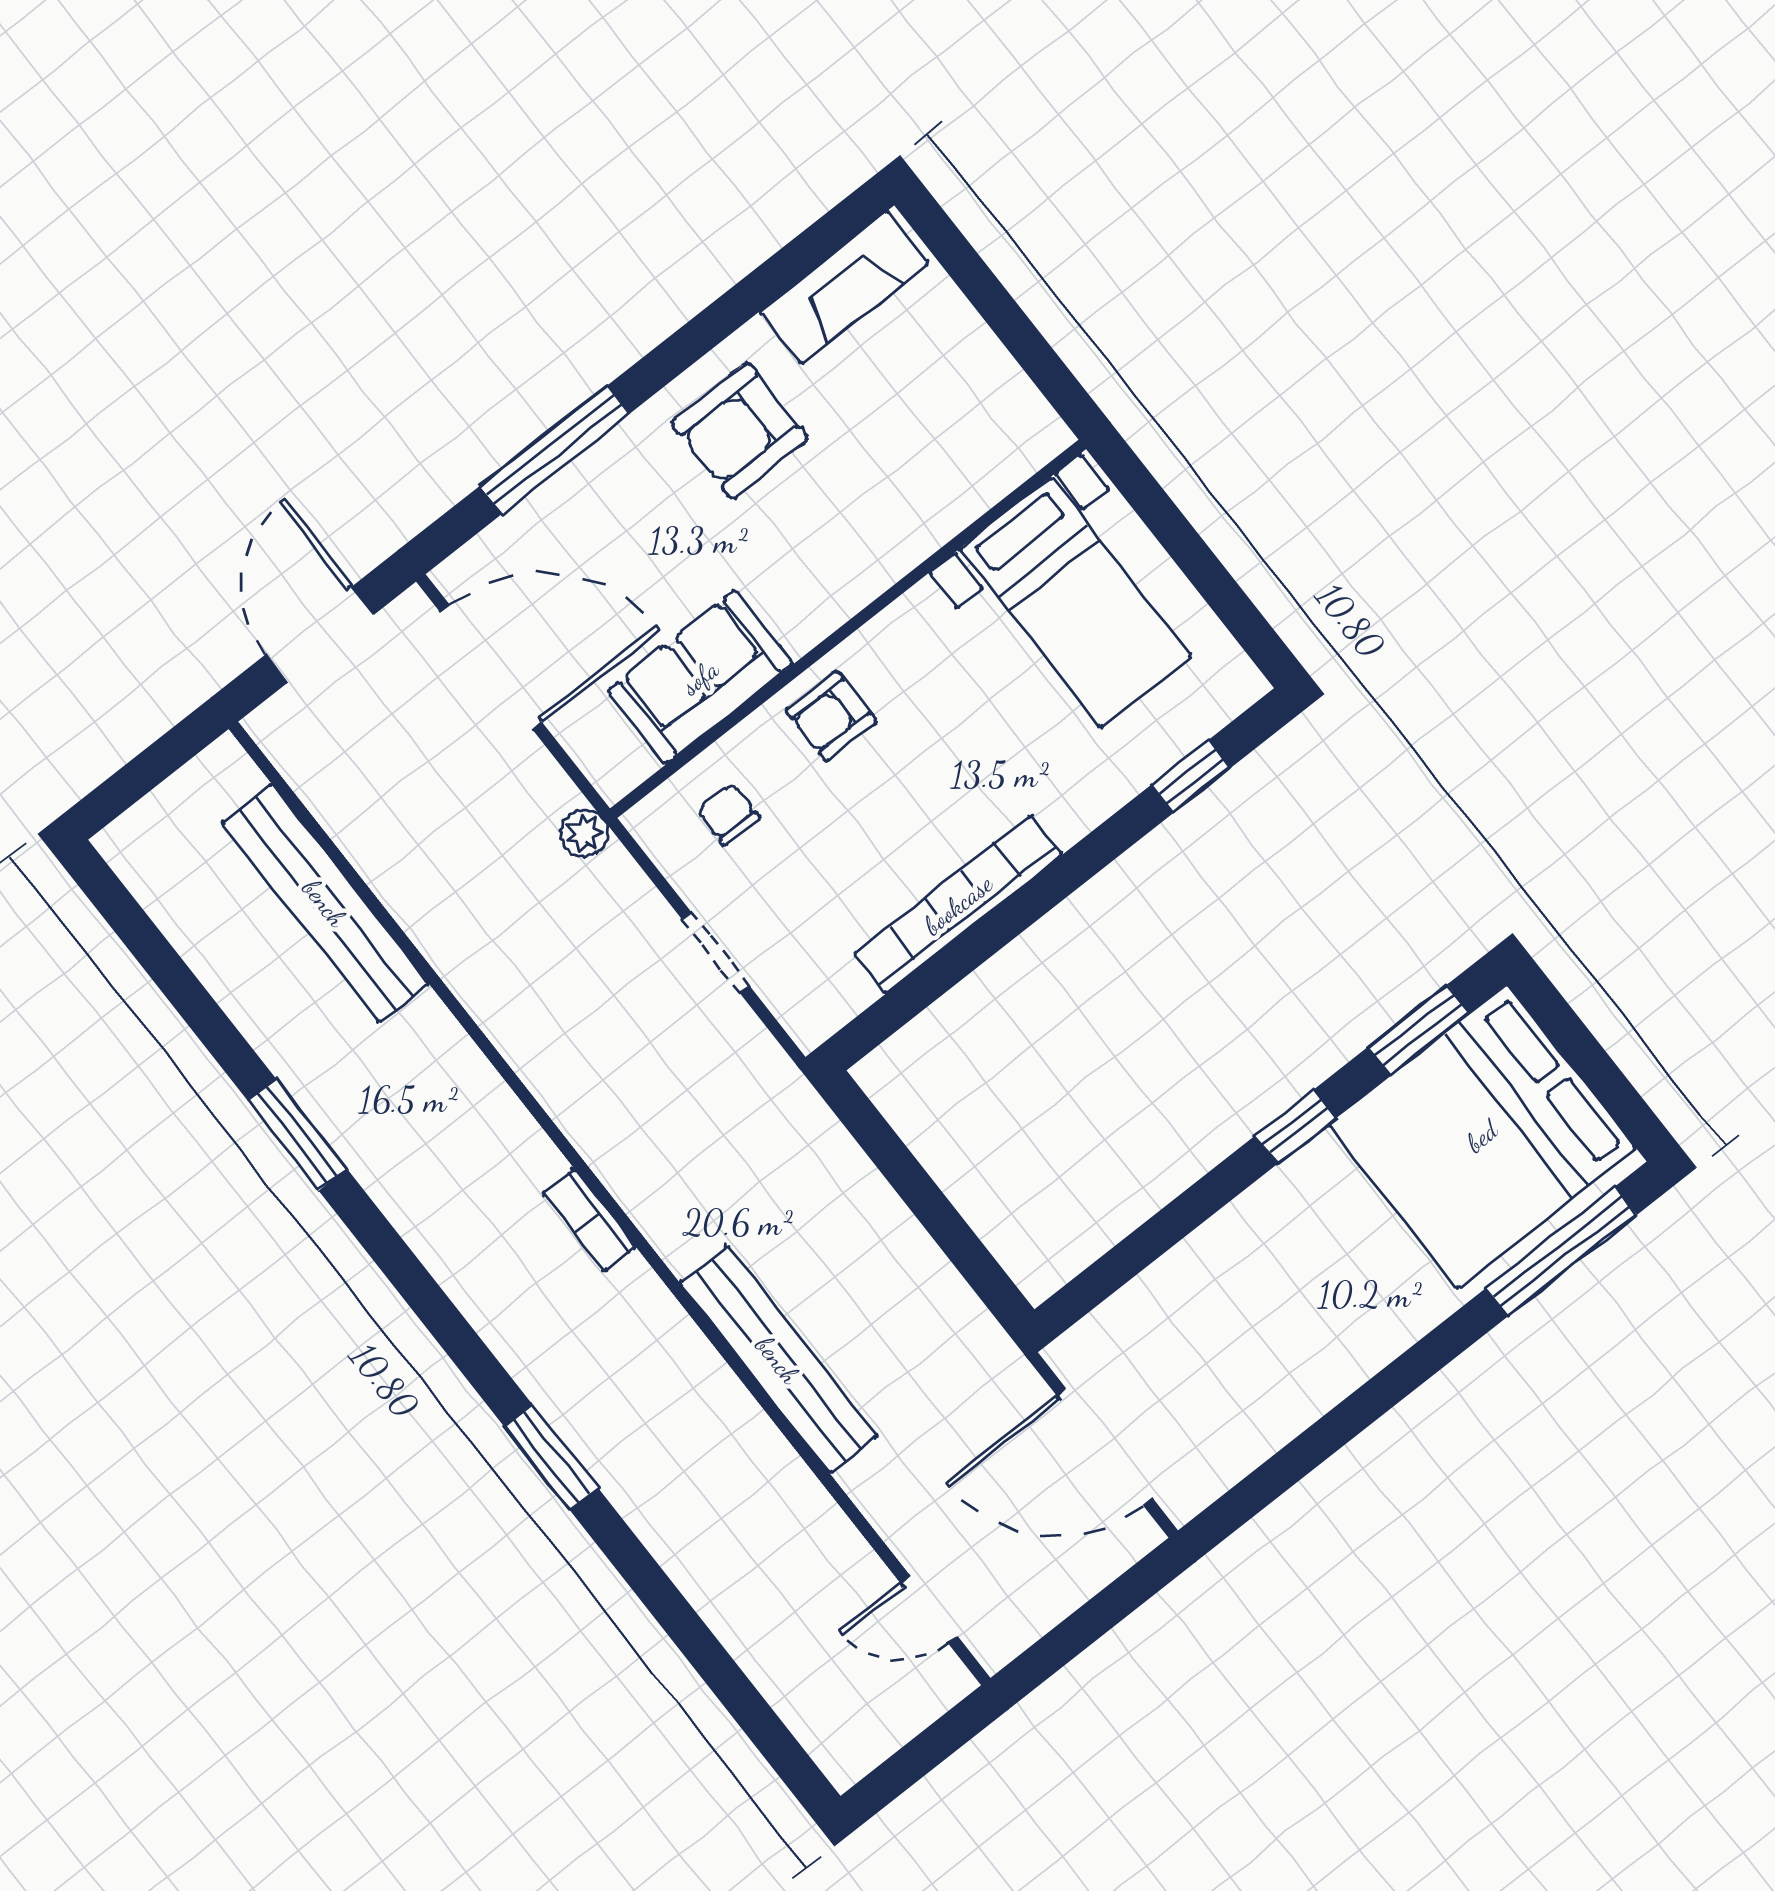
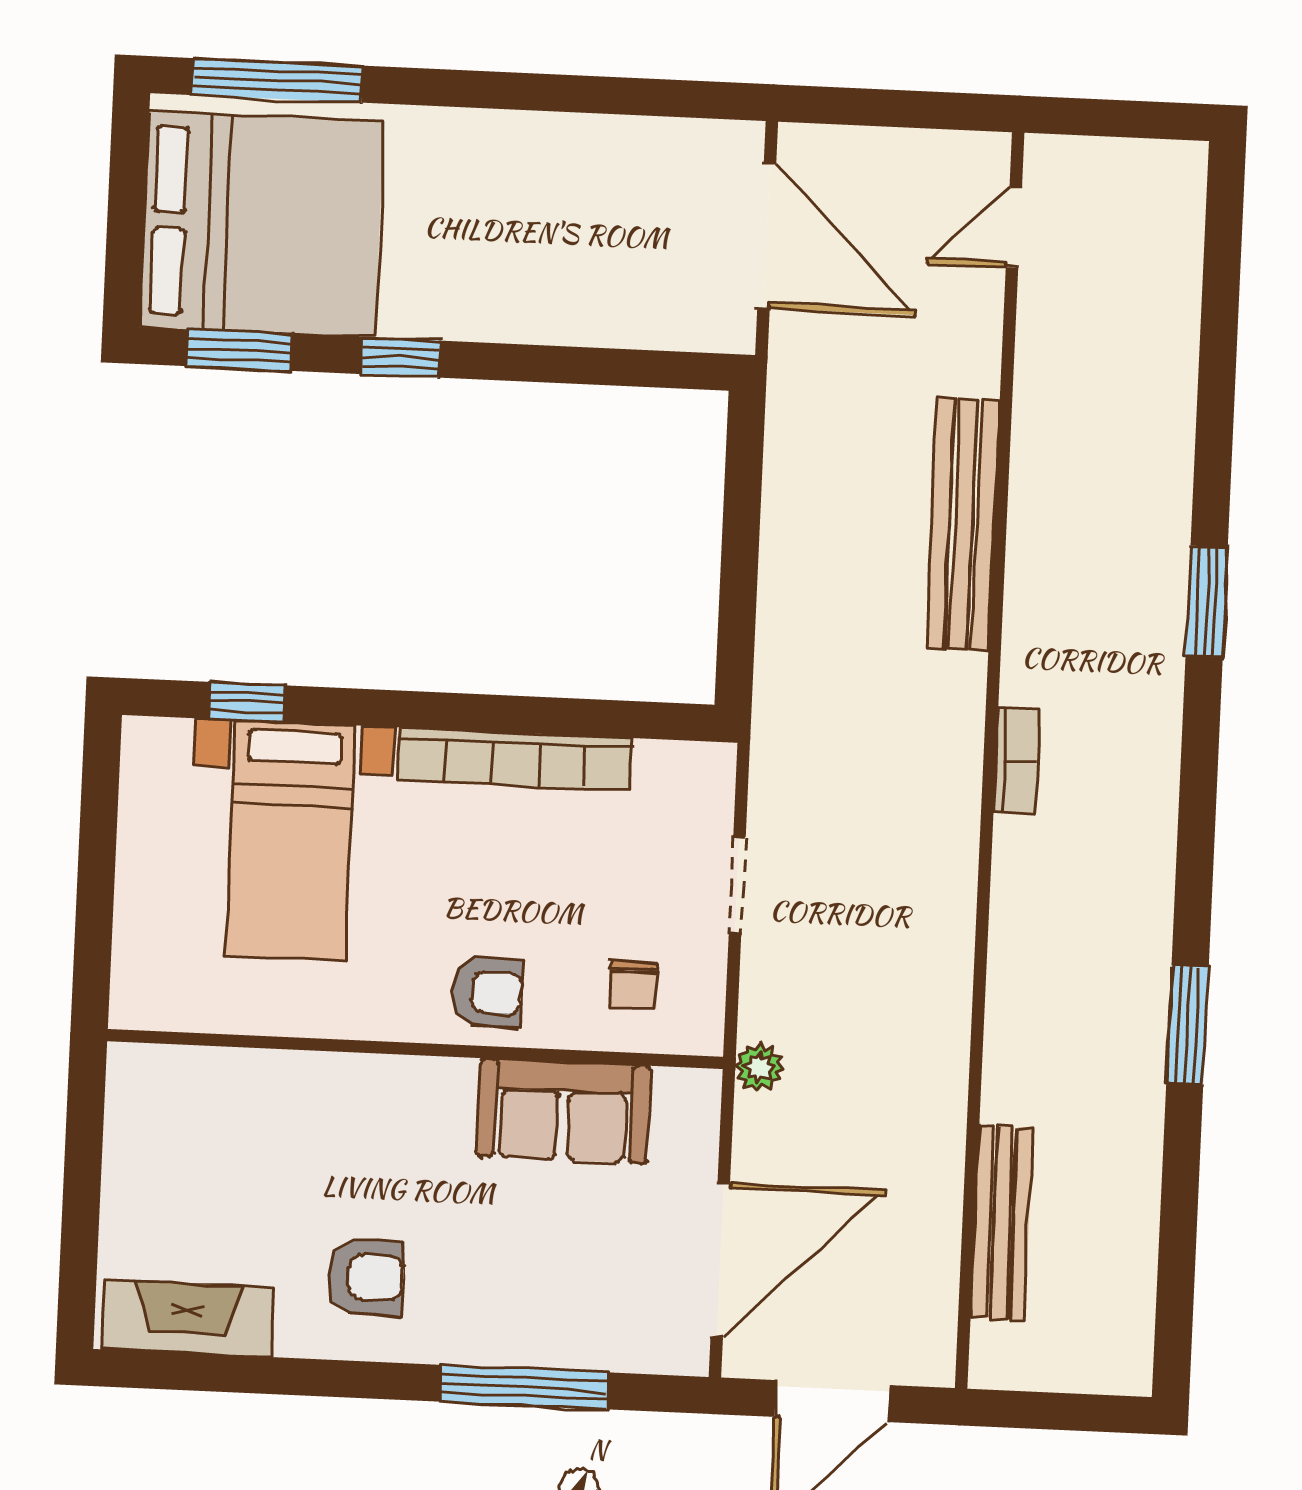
armchair: (740, 430) -> (366, 1277), width x0.72, depth x0.72
bed with nightstands: (1075, 603) -> (291, 841), moved, turned 180
door: (491, 667) -> (720, 1260), swing flipped
bench: (325, 903) -> (1002, 1223), width x0.73, depth x0.82
door: (929, 1609) -> (1014, 227), swing flipped

